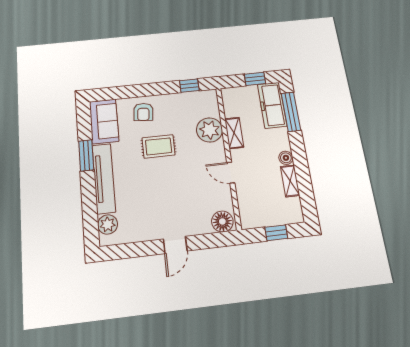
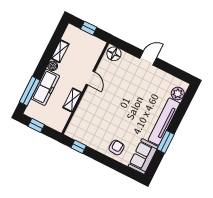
freezer: (272, 105) -> (45, 87), moved
plant: (210, 130) -> (85, 111), removed
rug: (159, 146) -> (121, 120), removed

